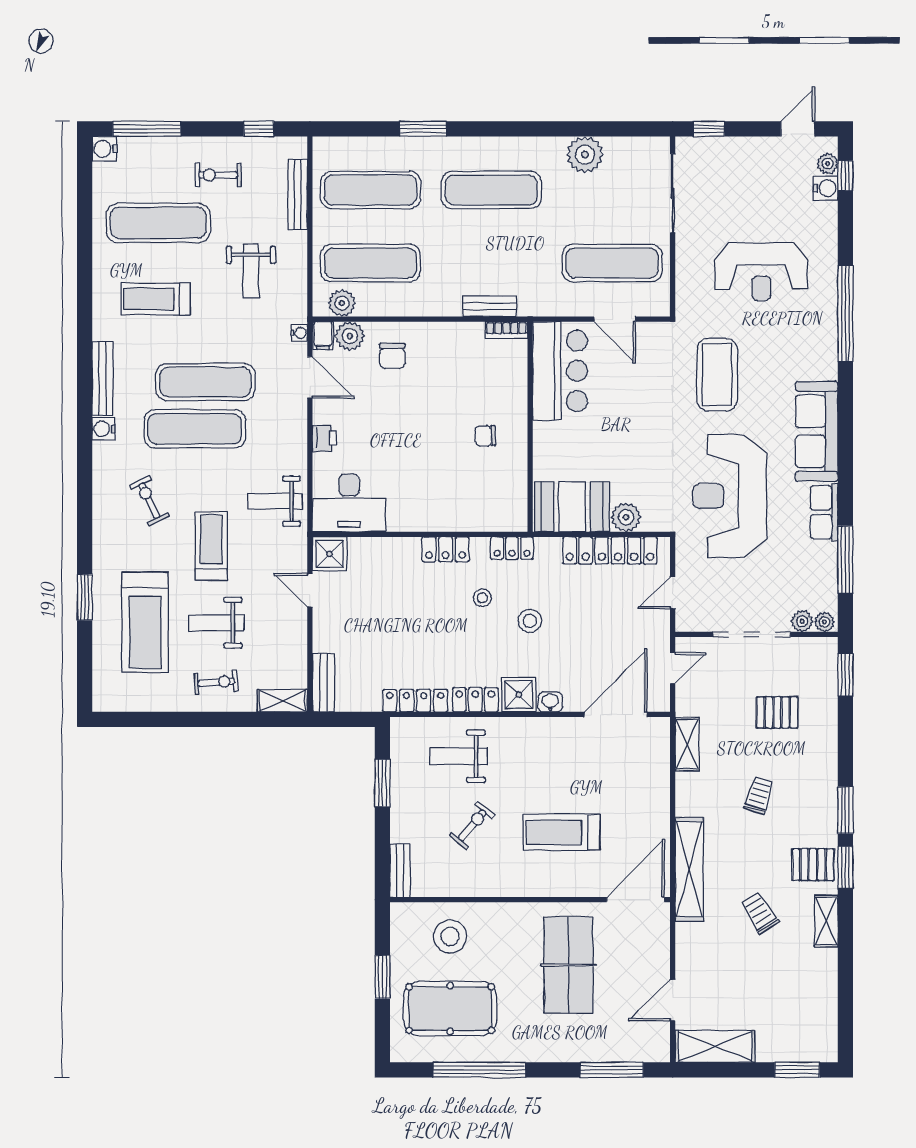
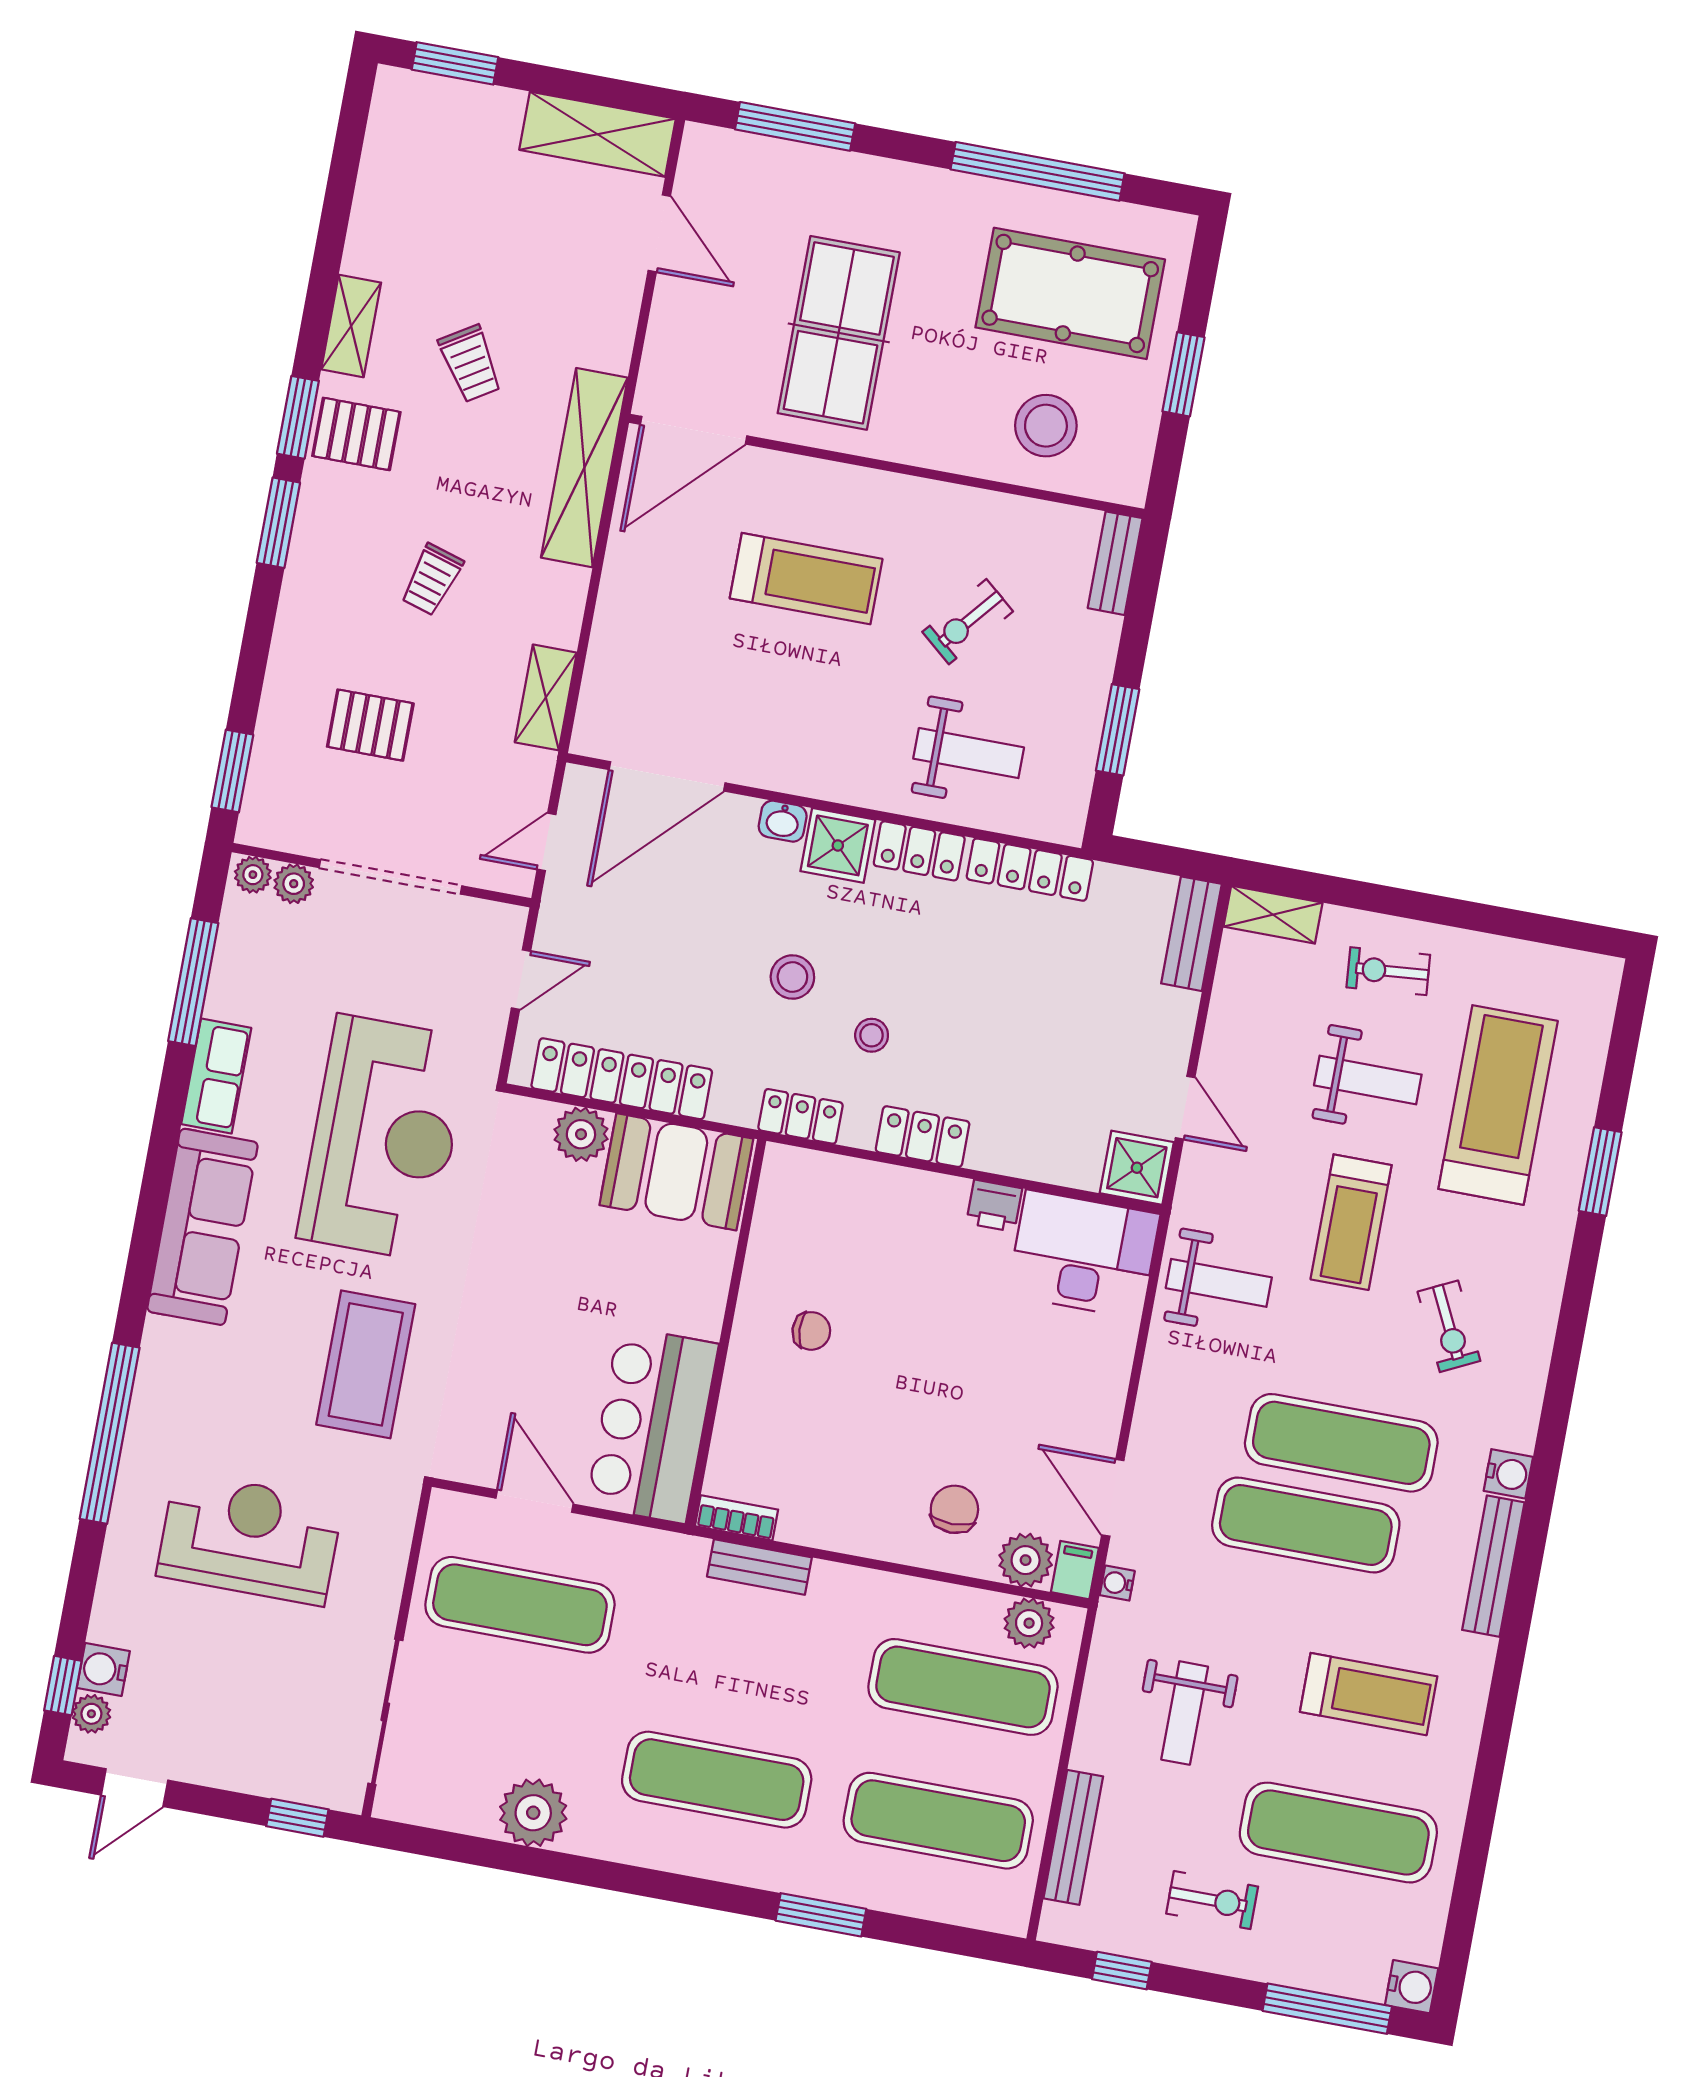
weight bench: (251, 271) -> (1185, 1713), turned 180
printer: (324, 438) -> (994, 1206), moved, turned -90
door: (673, 1000) -> (659, 233), hinge flipped

